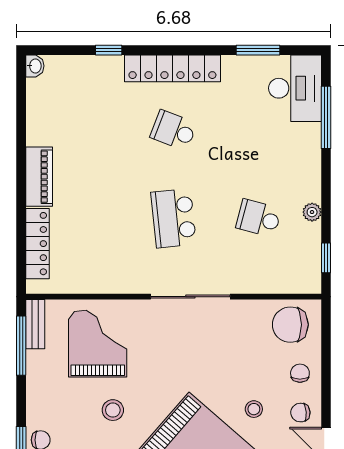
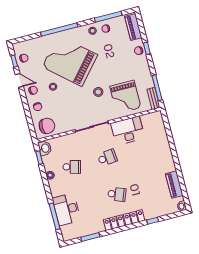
desk: (295, 88) -> (67, 209), moved
piano: (39, 177) -> (174, 185), moved
school desk: (174, 218) -> (107, 158), width x0.54
locker: (37, 244) -> (161, 132), removed
desk: (112, 267) -> (128, 131), added
washbasin: (308, 276) -> (45, 148), added
stool: (113, 410) -> (98, 92), moved

